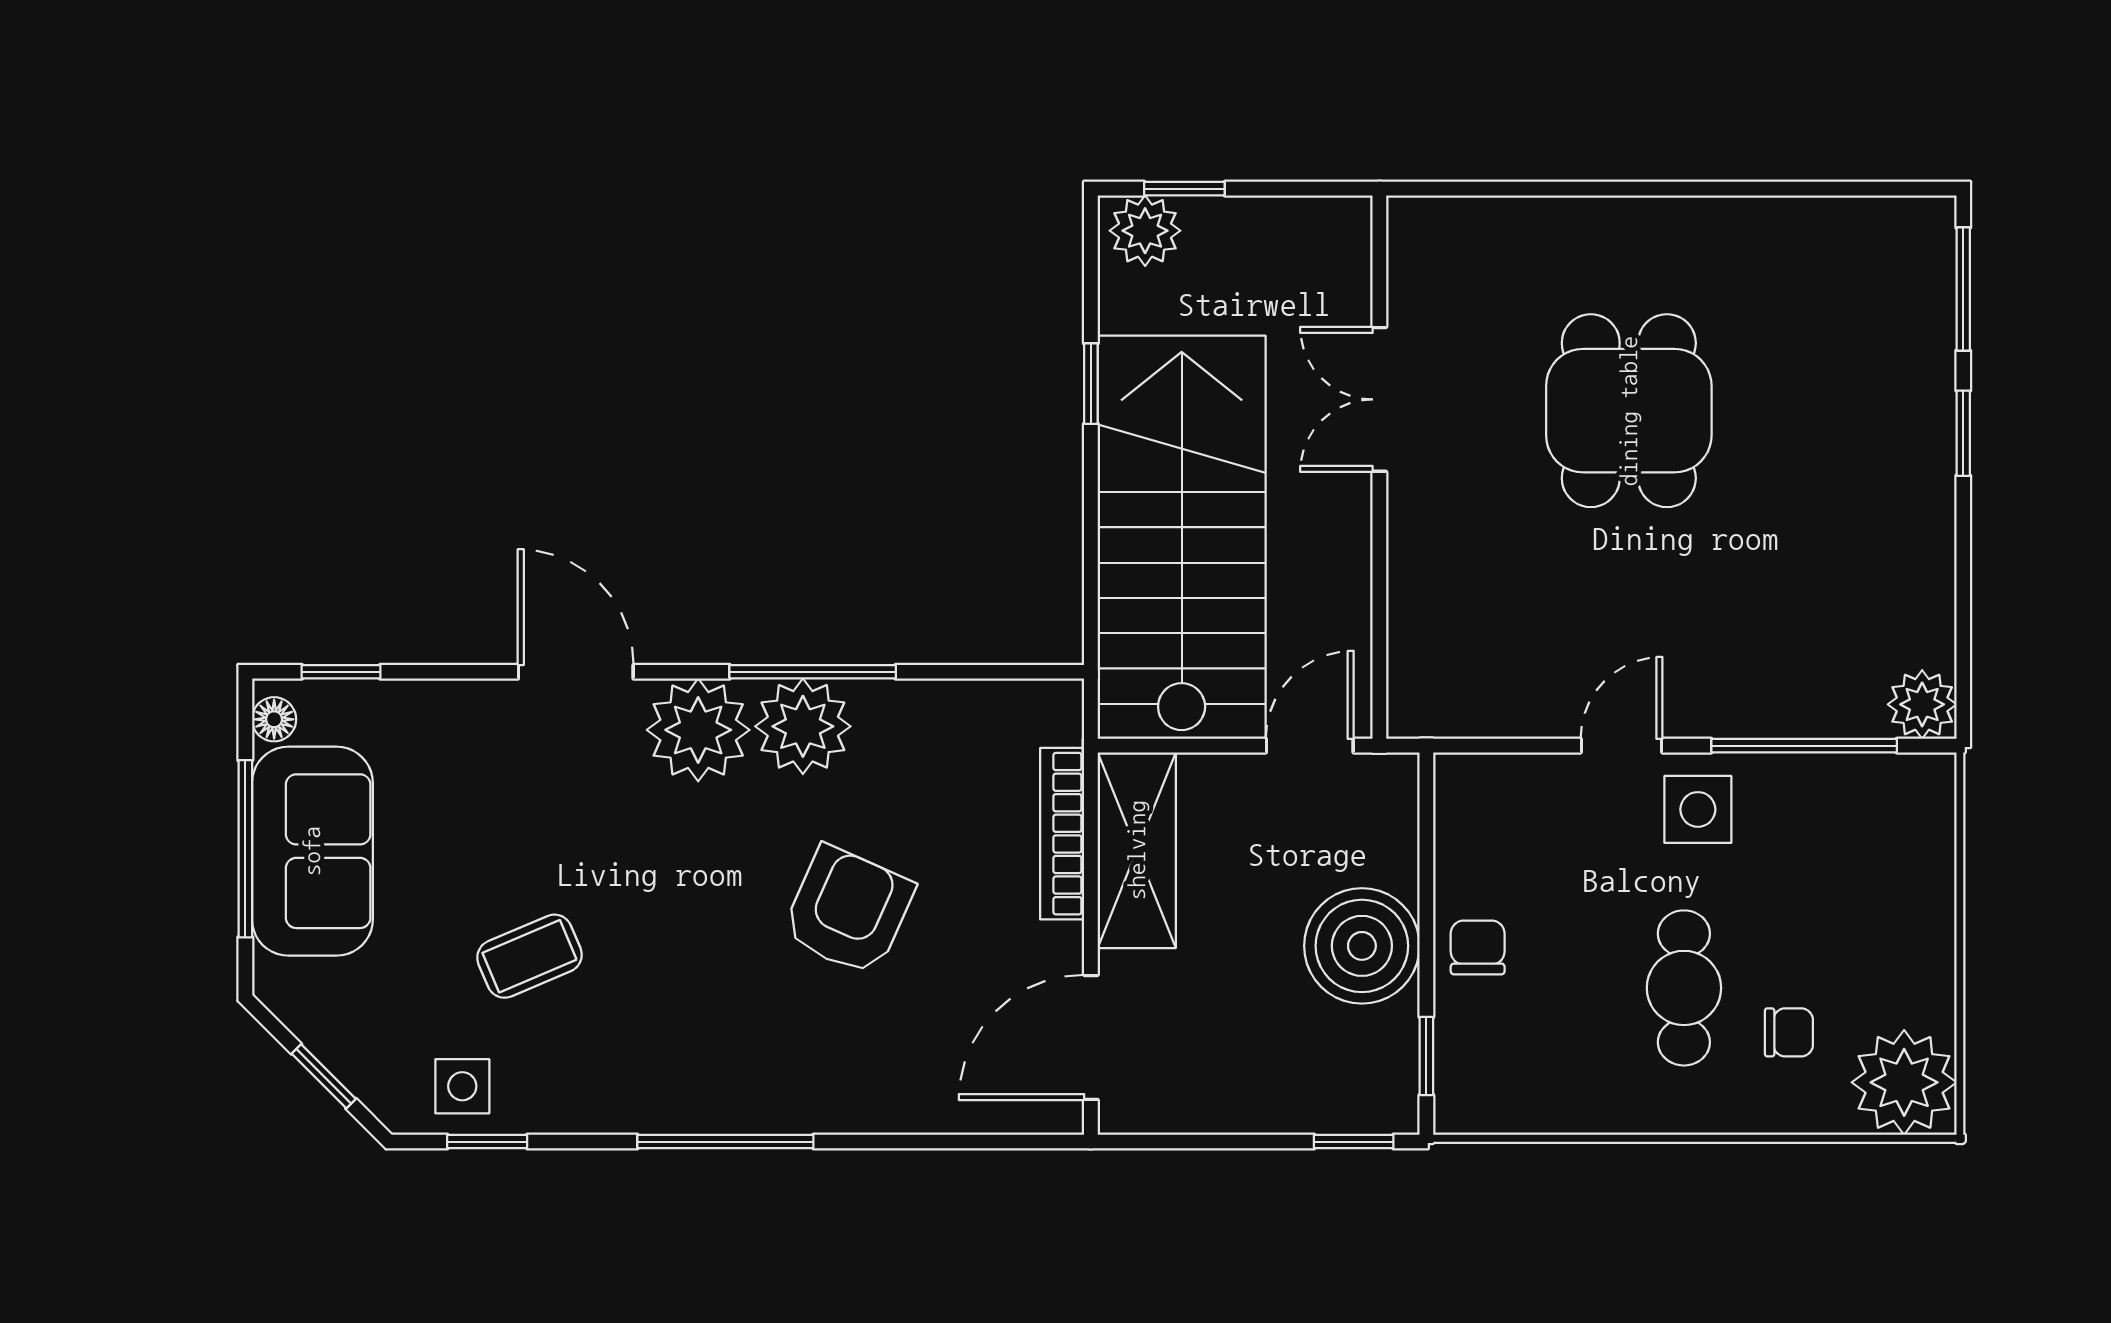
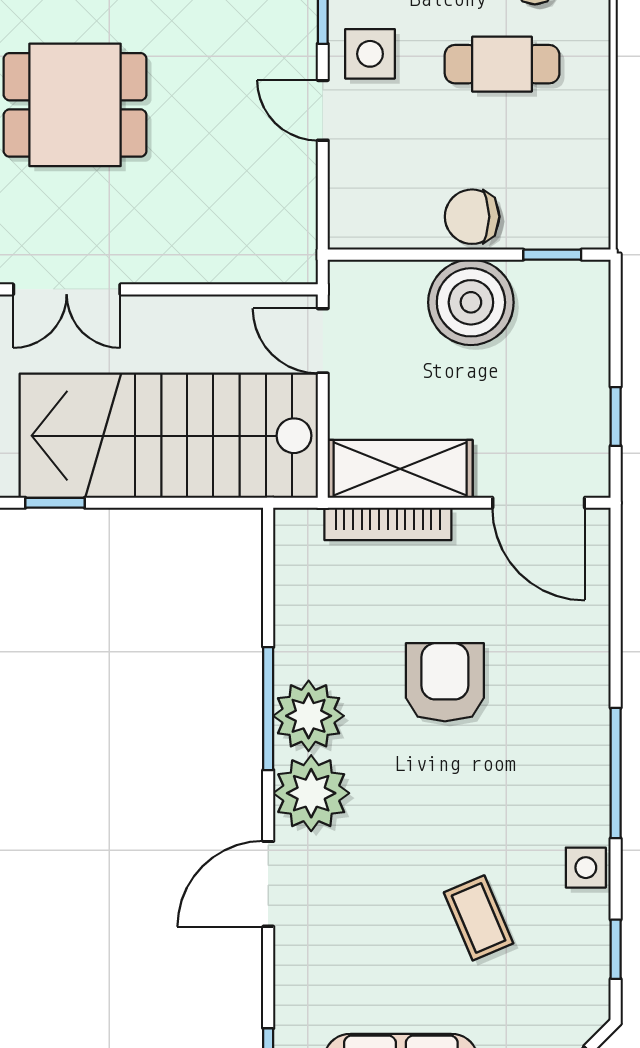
armchair: (848, 911) -> (445, 682), turned 66
chair: (1478, 947) -> (472, 217), width x1.37, depth x1.37
side table: (462, 1086) -> (586, 868), moved
window: (1354, 1142) -> (616, 416), moved

